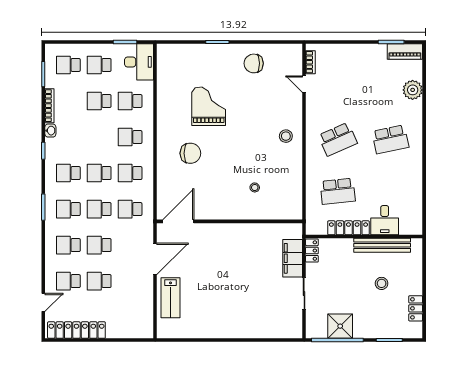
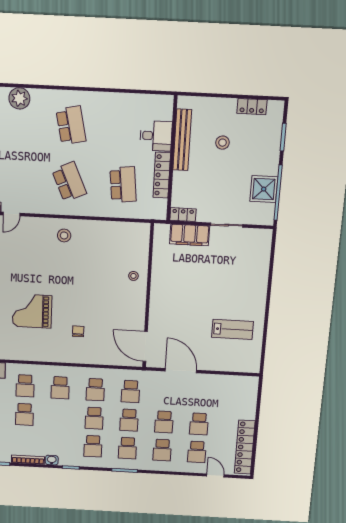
chair: (190, 153) -> (78, 331), width x0.54, depth x0.54
stool: (255, 187) -> (133, 276), moved
lab bench: (171, 298) -> (232, 329), moved

